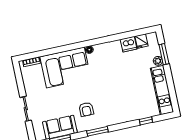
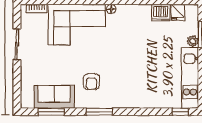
sliding door: (26, 109) -> (17, 44), moved
window: (146, 121) -> (180, 112), moved

